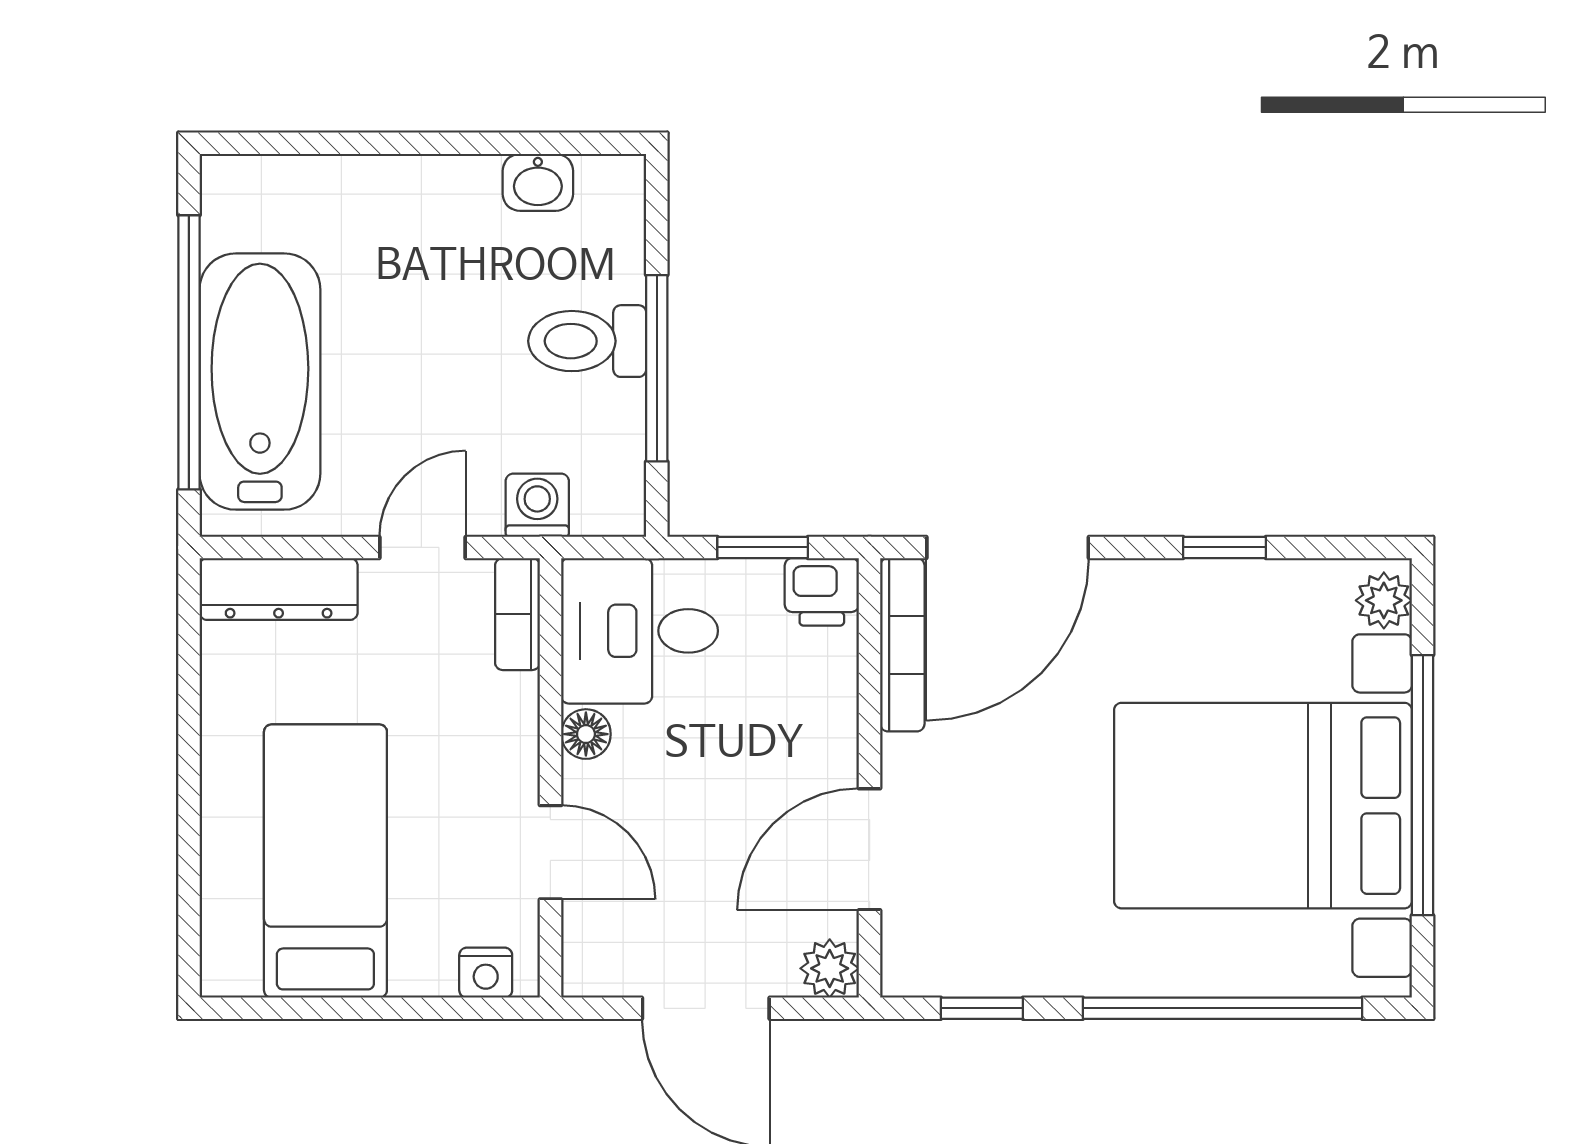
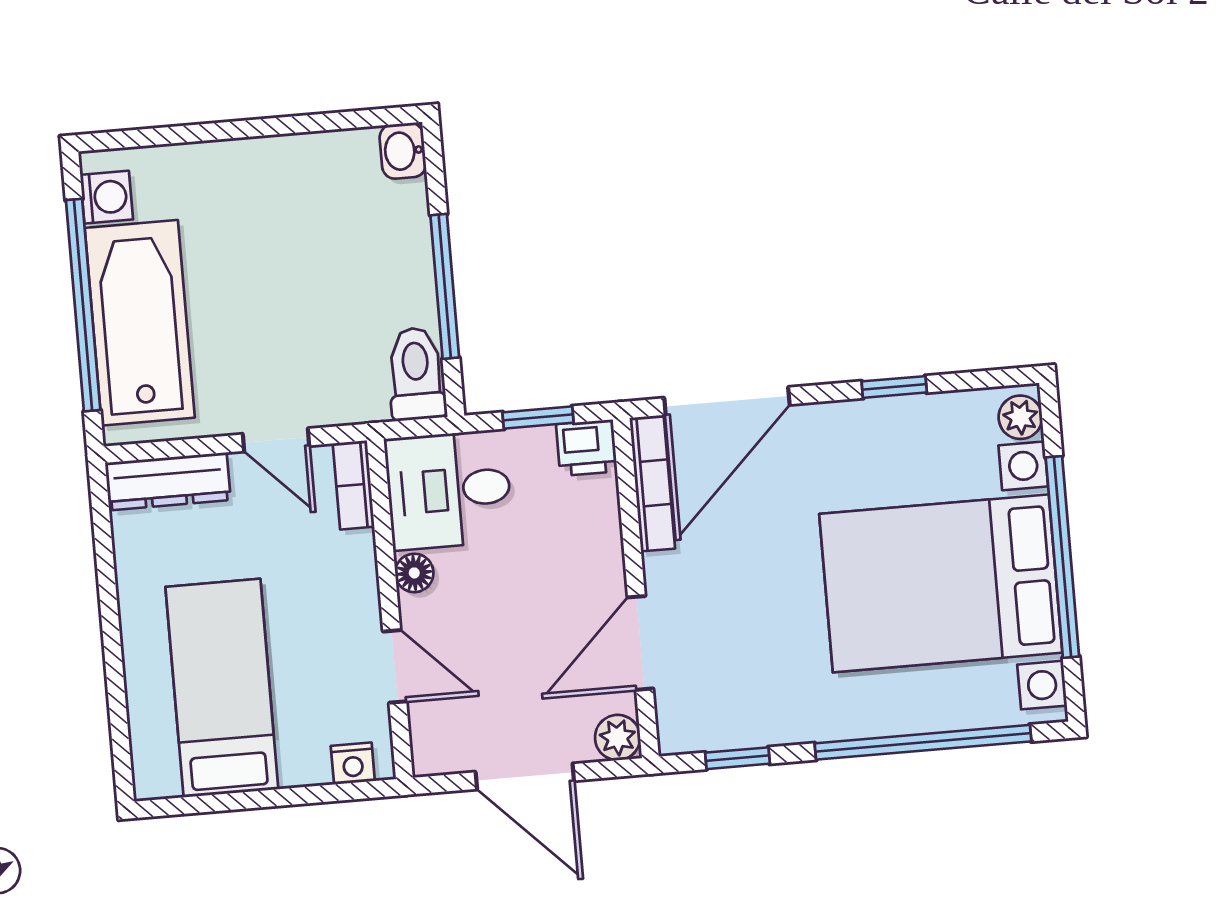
washbasin: (538, 182) -> (403, 151), moved, turned 90
toilet: (587, 341) -> (416, 374), moved, turned 90
washing machine: (537, 505) -> (107, 197), moved, turned 90
door: (423, 547) -> (276, 440), swing flipped

